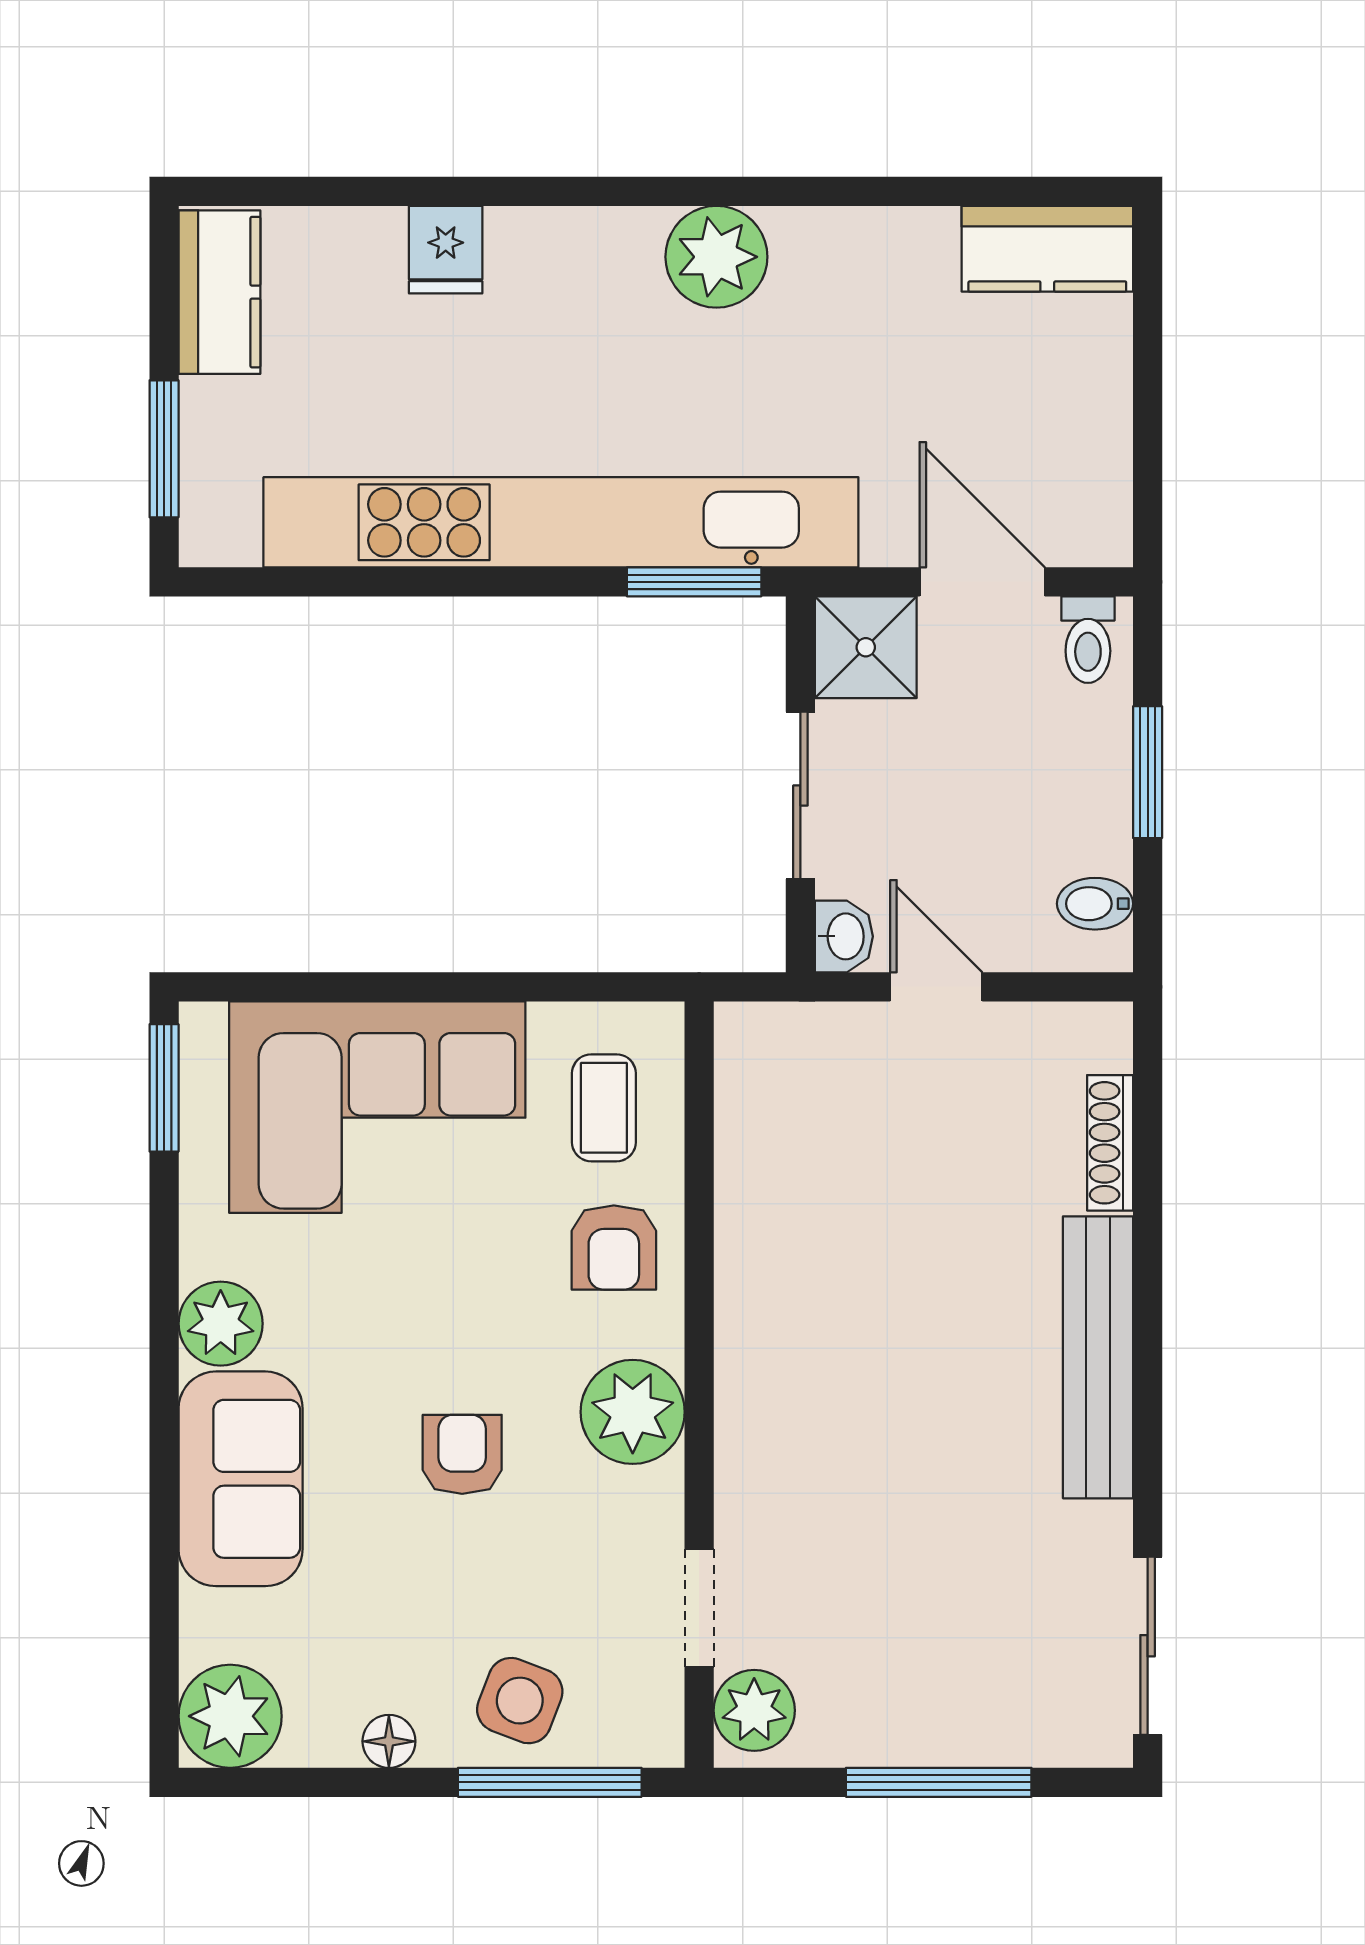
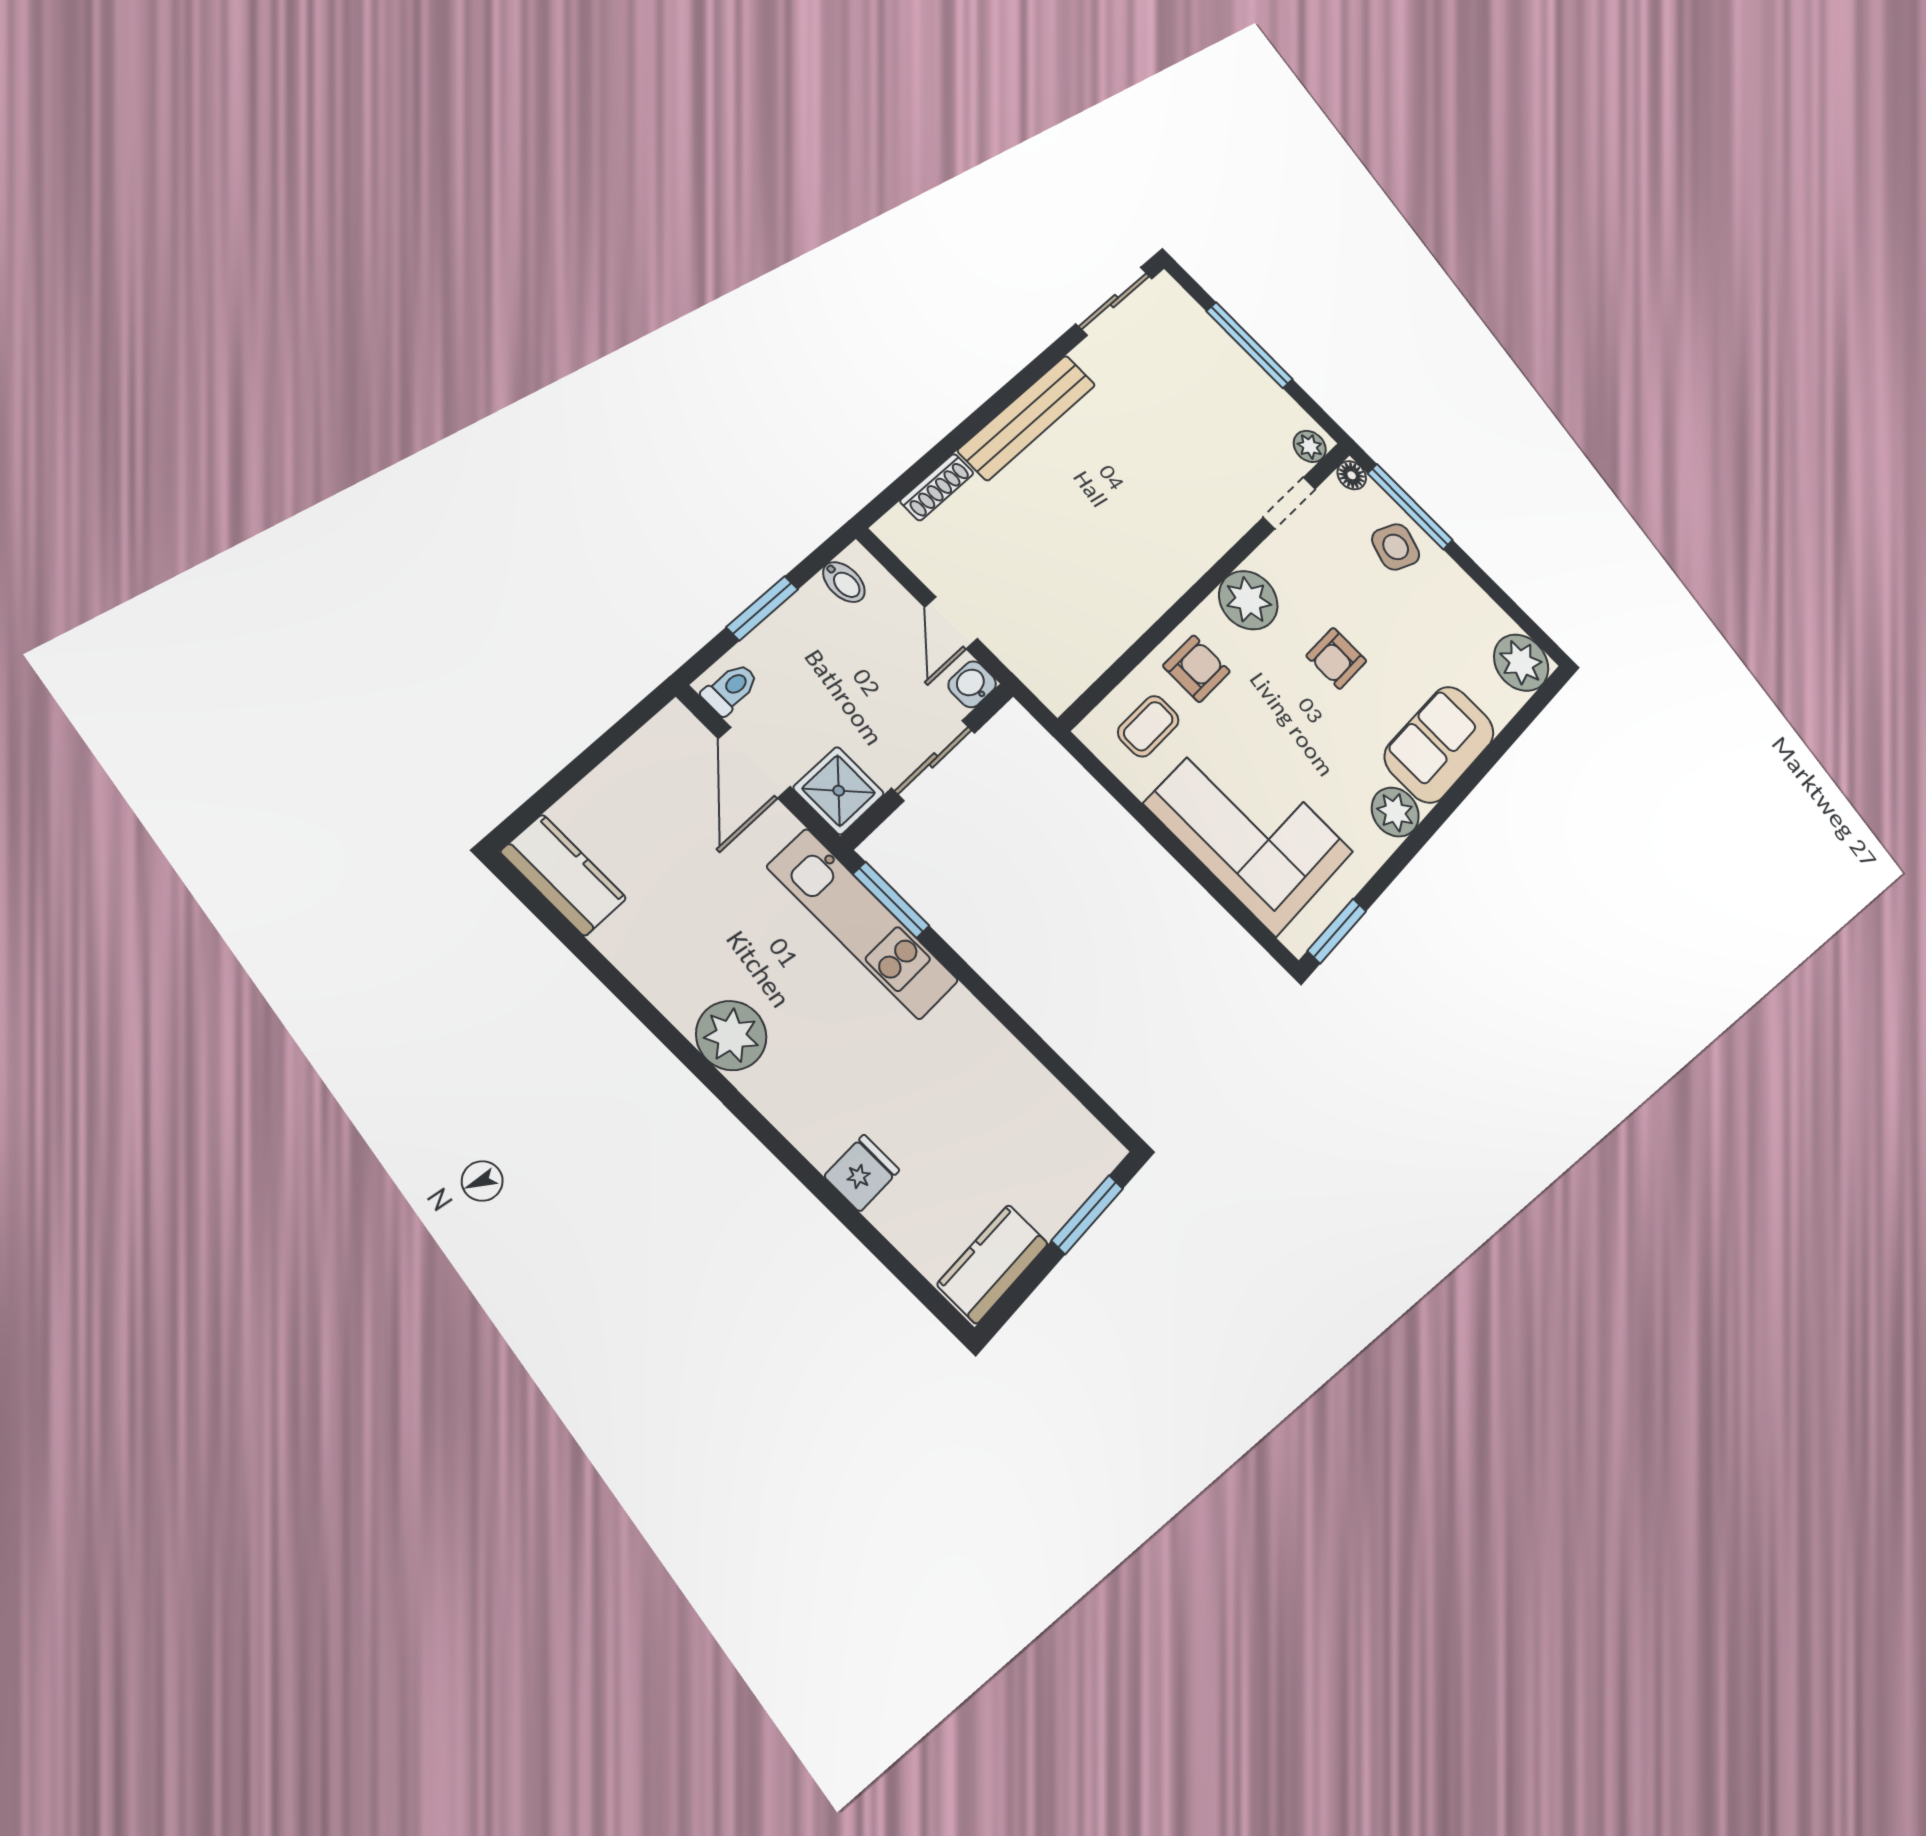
kitchen unit: (561, 522) -> (863, 924), width x0.54
plant: (754, 1710) -> (1310, 446), width x0.73, depth x0.73
floor lamp: (389, 1741) -> (1352, 475), moved

